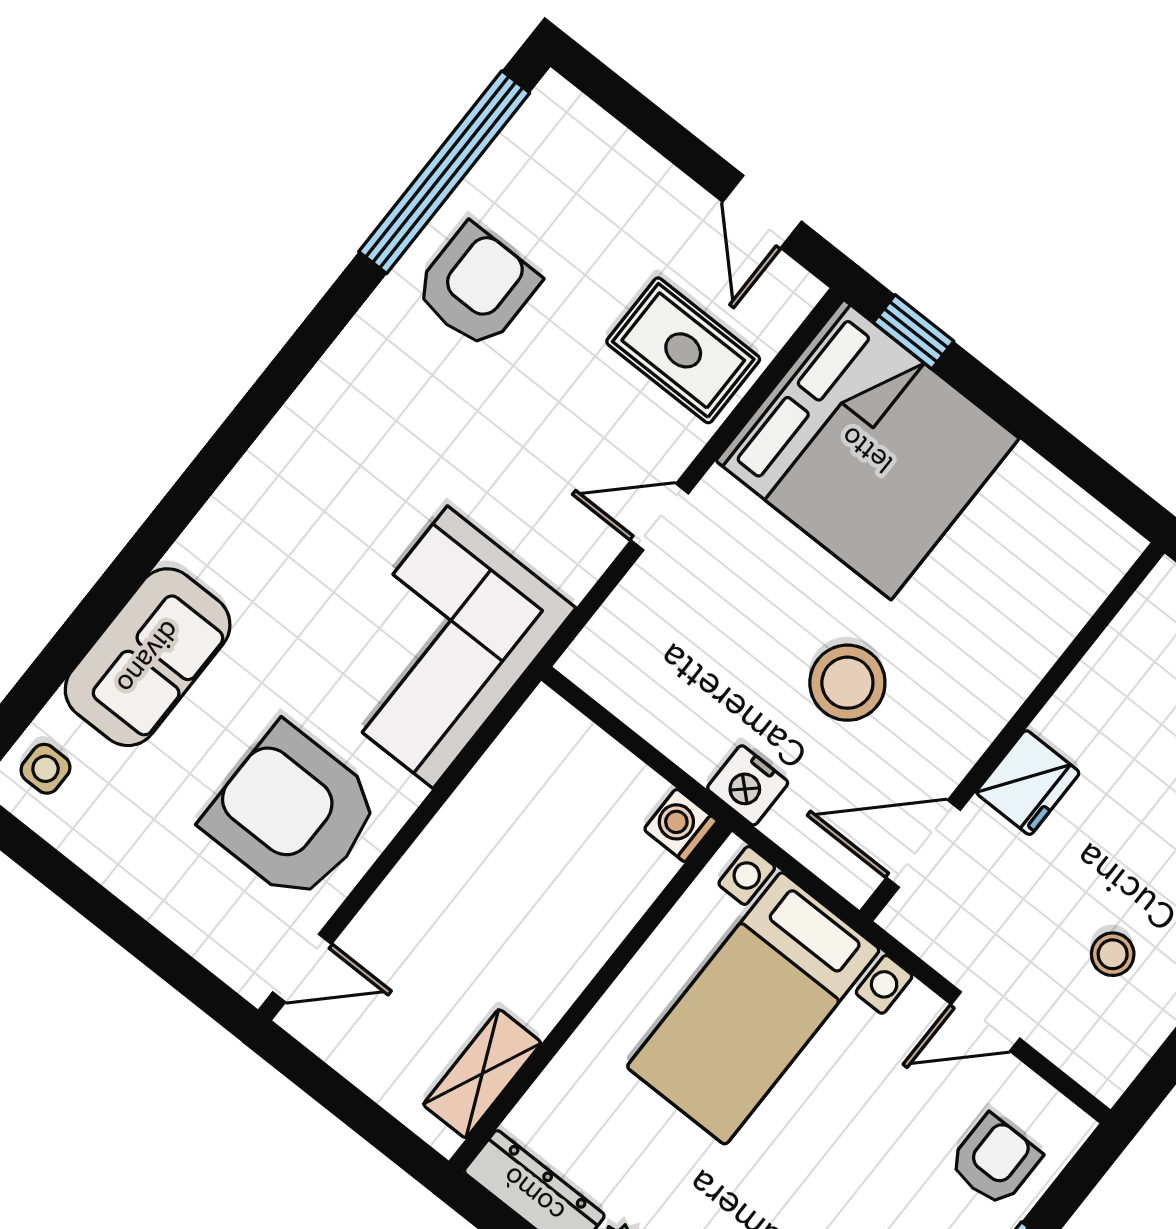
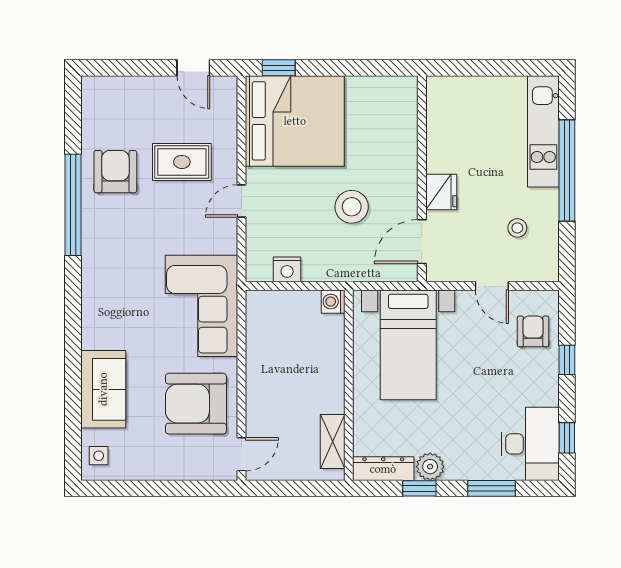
window: (444, 172) -> (73, 205), moved
rug: (683, 350) -> (182, 162), moved
nightstand: (748, 785) -> (287, 269), moved
door: (985, 1021) -> (492, 286), hinge flipped

